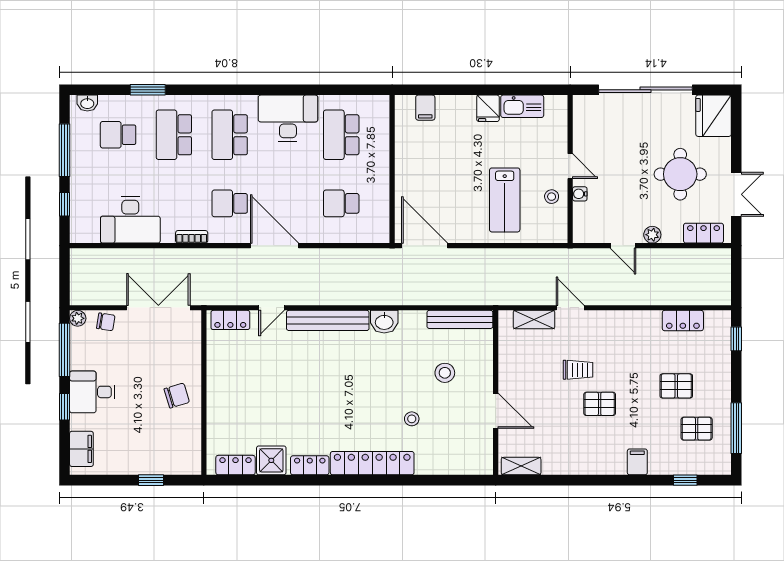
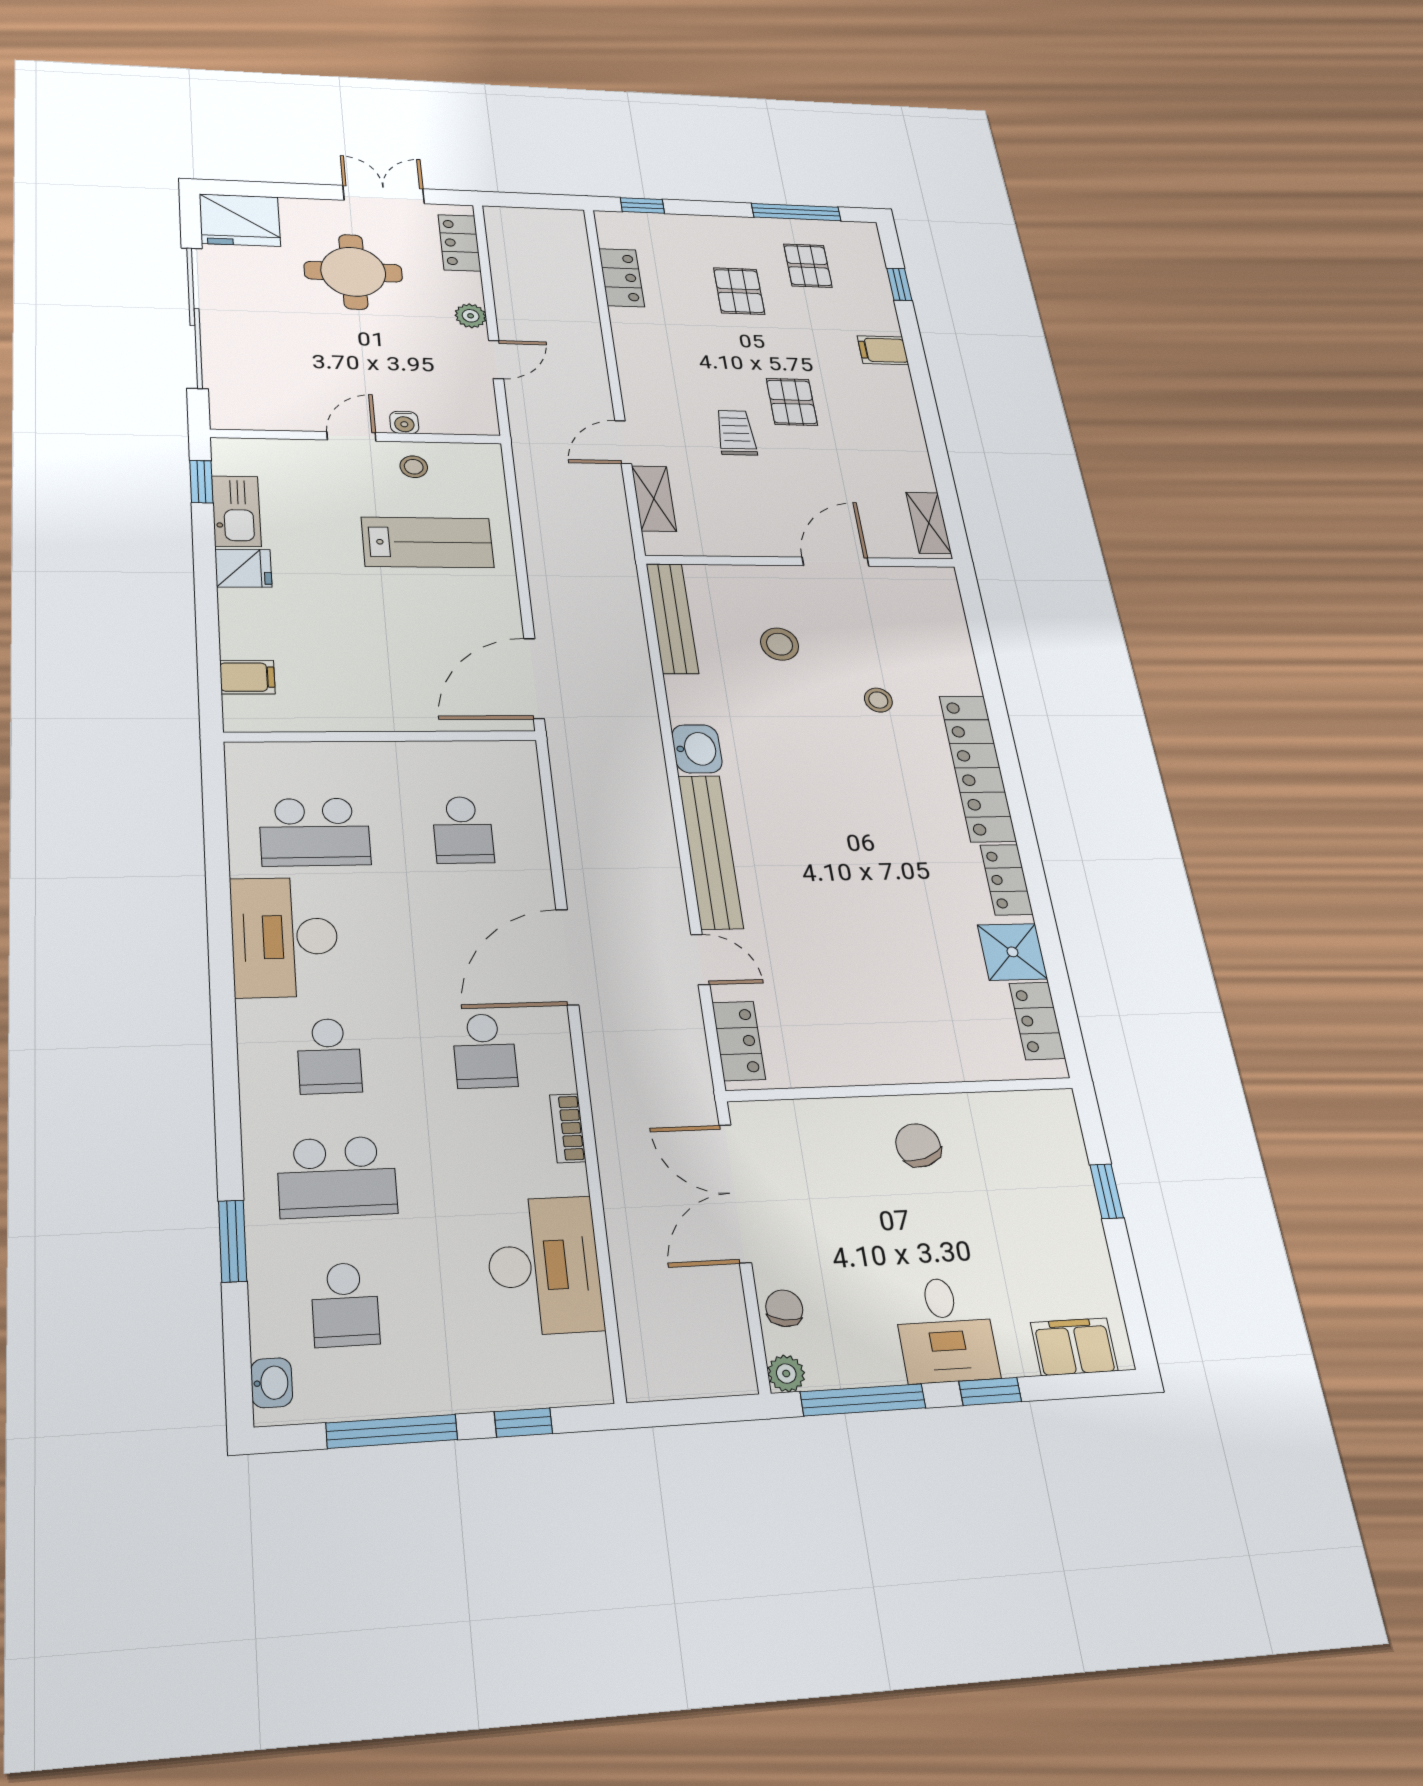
window: (540, 90) -> (201, 482), added
school desk: (230, 135) -> (329, 1056), width x0.54

